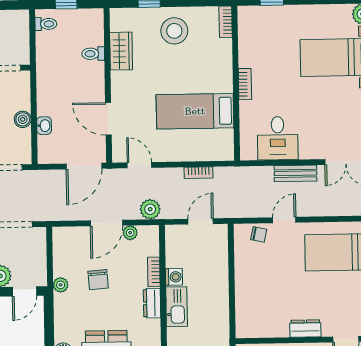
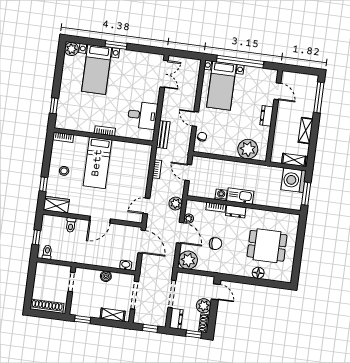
stool: (174, 31) -> (64, 171), width x0.53, depth x0.53
wardrobe: (121, 51) -> (56, 205), moved
bed: (195, 111) -> (97, 163), moved
door: (108, 119) -> (100, 220), moved
washbasin: (44, 126) -> (126, 265), moved
bench: (295, 173) -> (163, 135), moved
plant: (61, 285) -> (188, 260), moved, width x1.88, depth x1.88
plant: (250, 307) -> (248, 149), added

